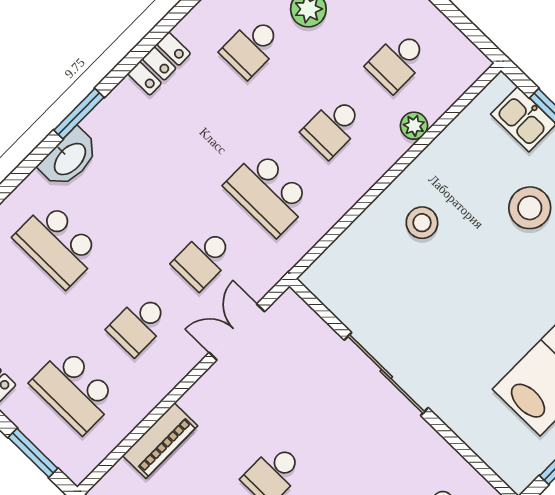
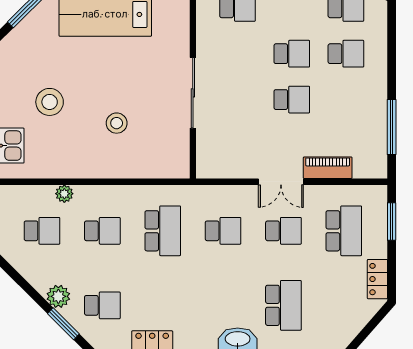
stool: (422, 223) -> (117, 123), moved
double door: (237, 332) -> (281, 182), moved

